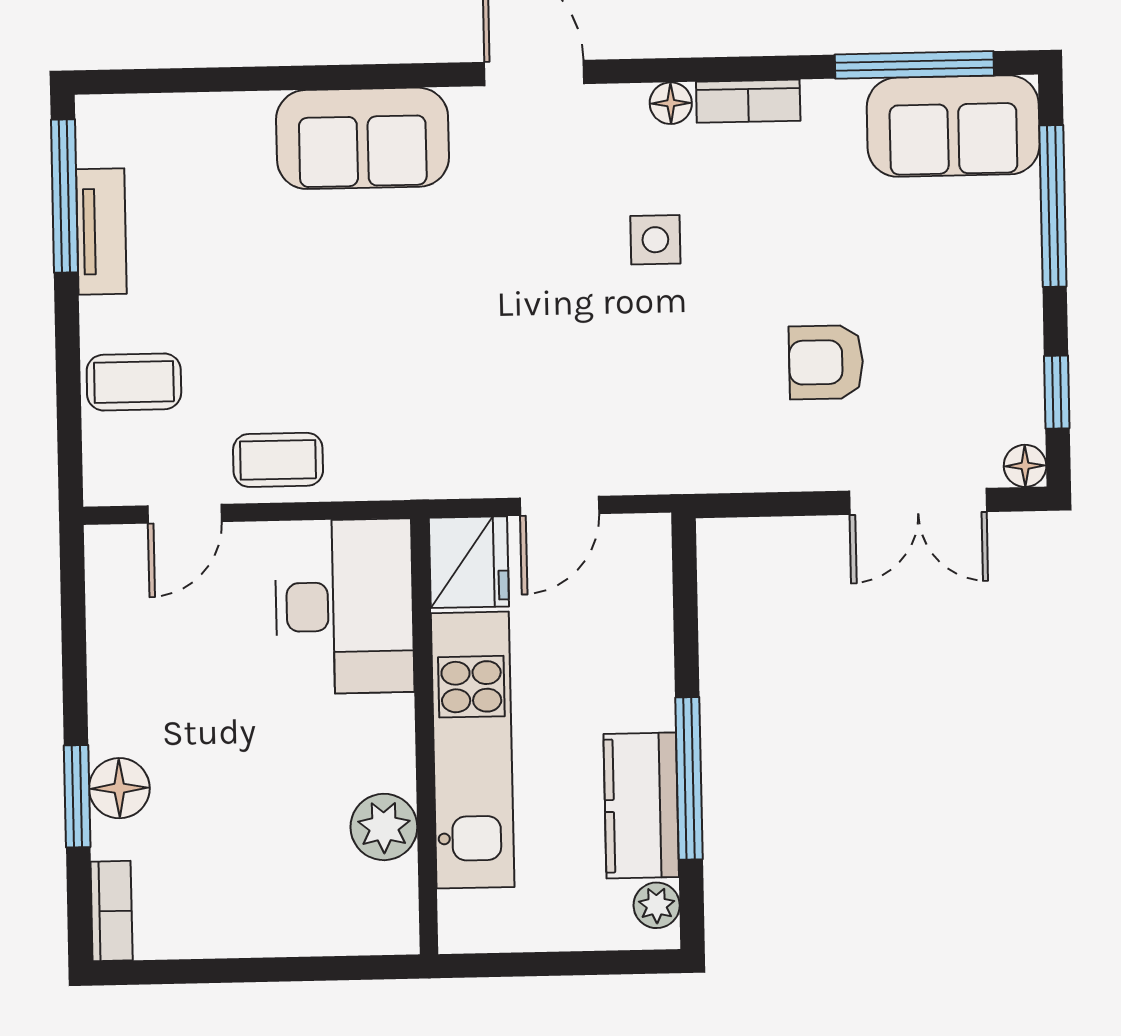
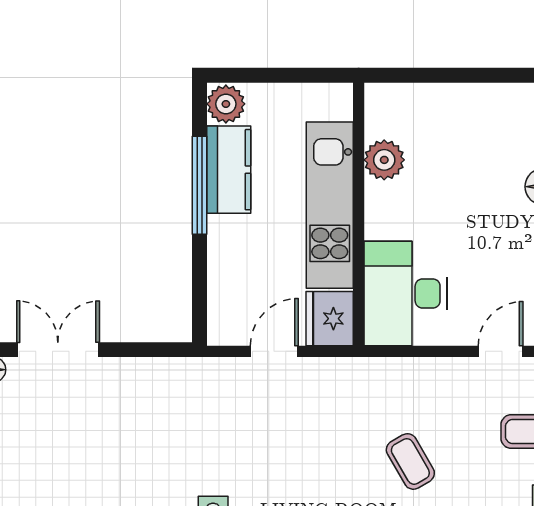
armchair: (826, 362) -> (112, 435), removed
coffee table: (278, 460) -> (410, 461), moved, turned 60
plant: (657, 905) -> (226, 104), width x1.38, depth x1.38

